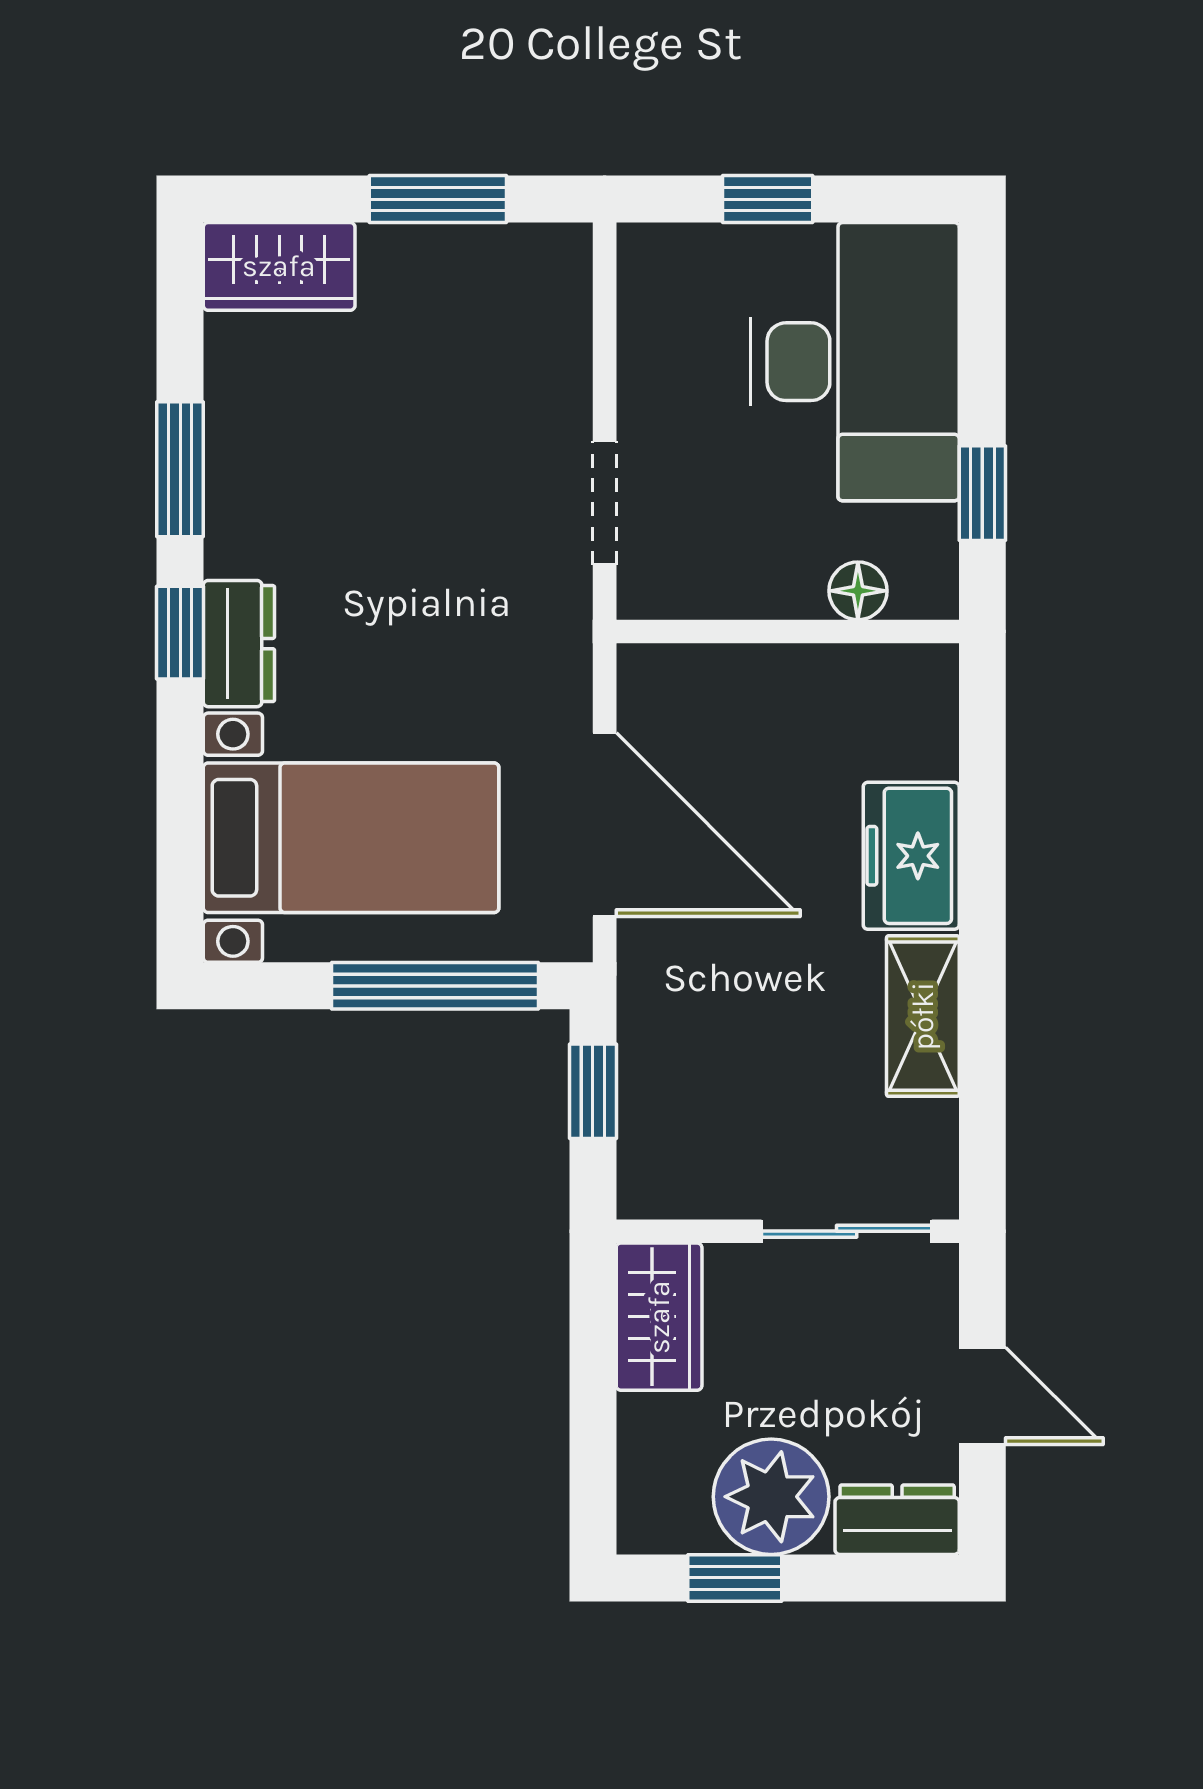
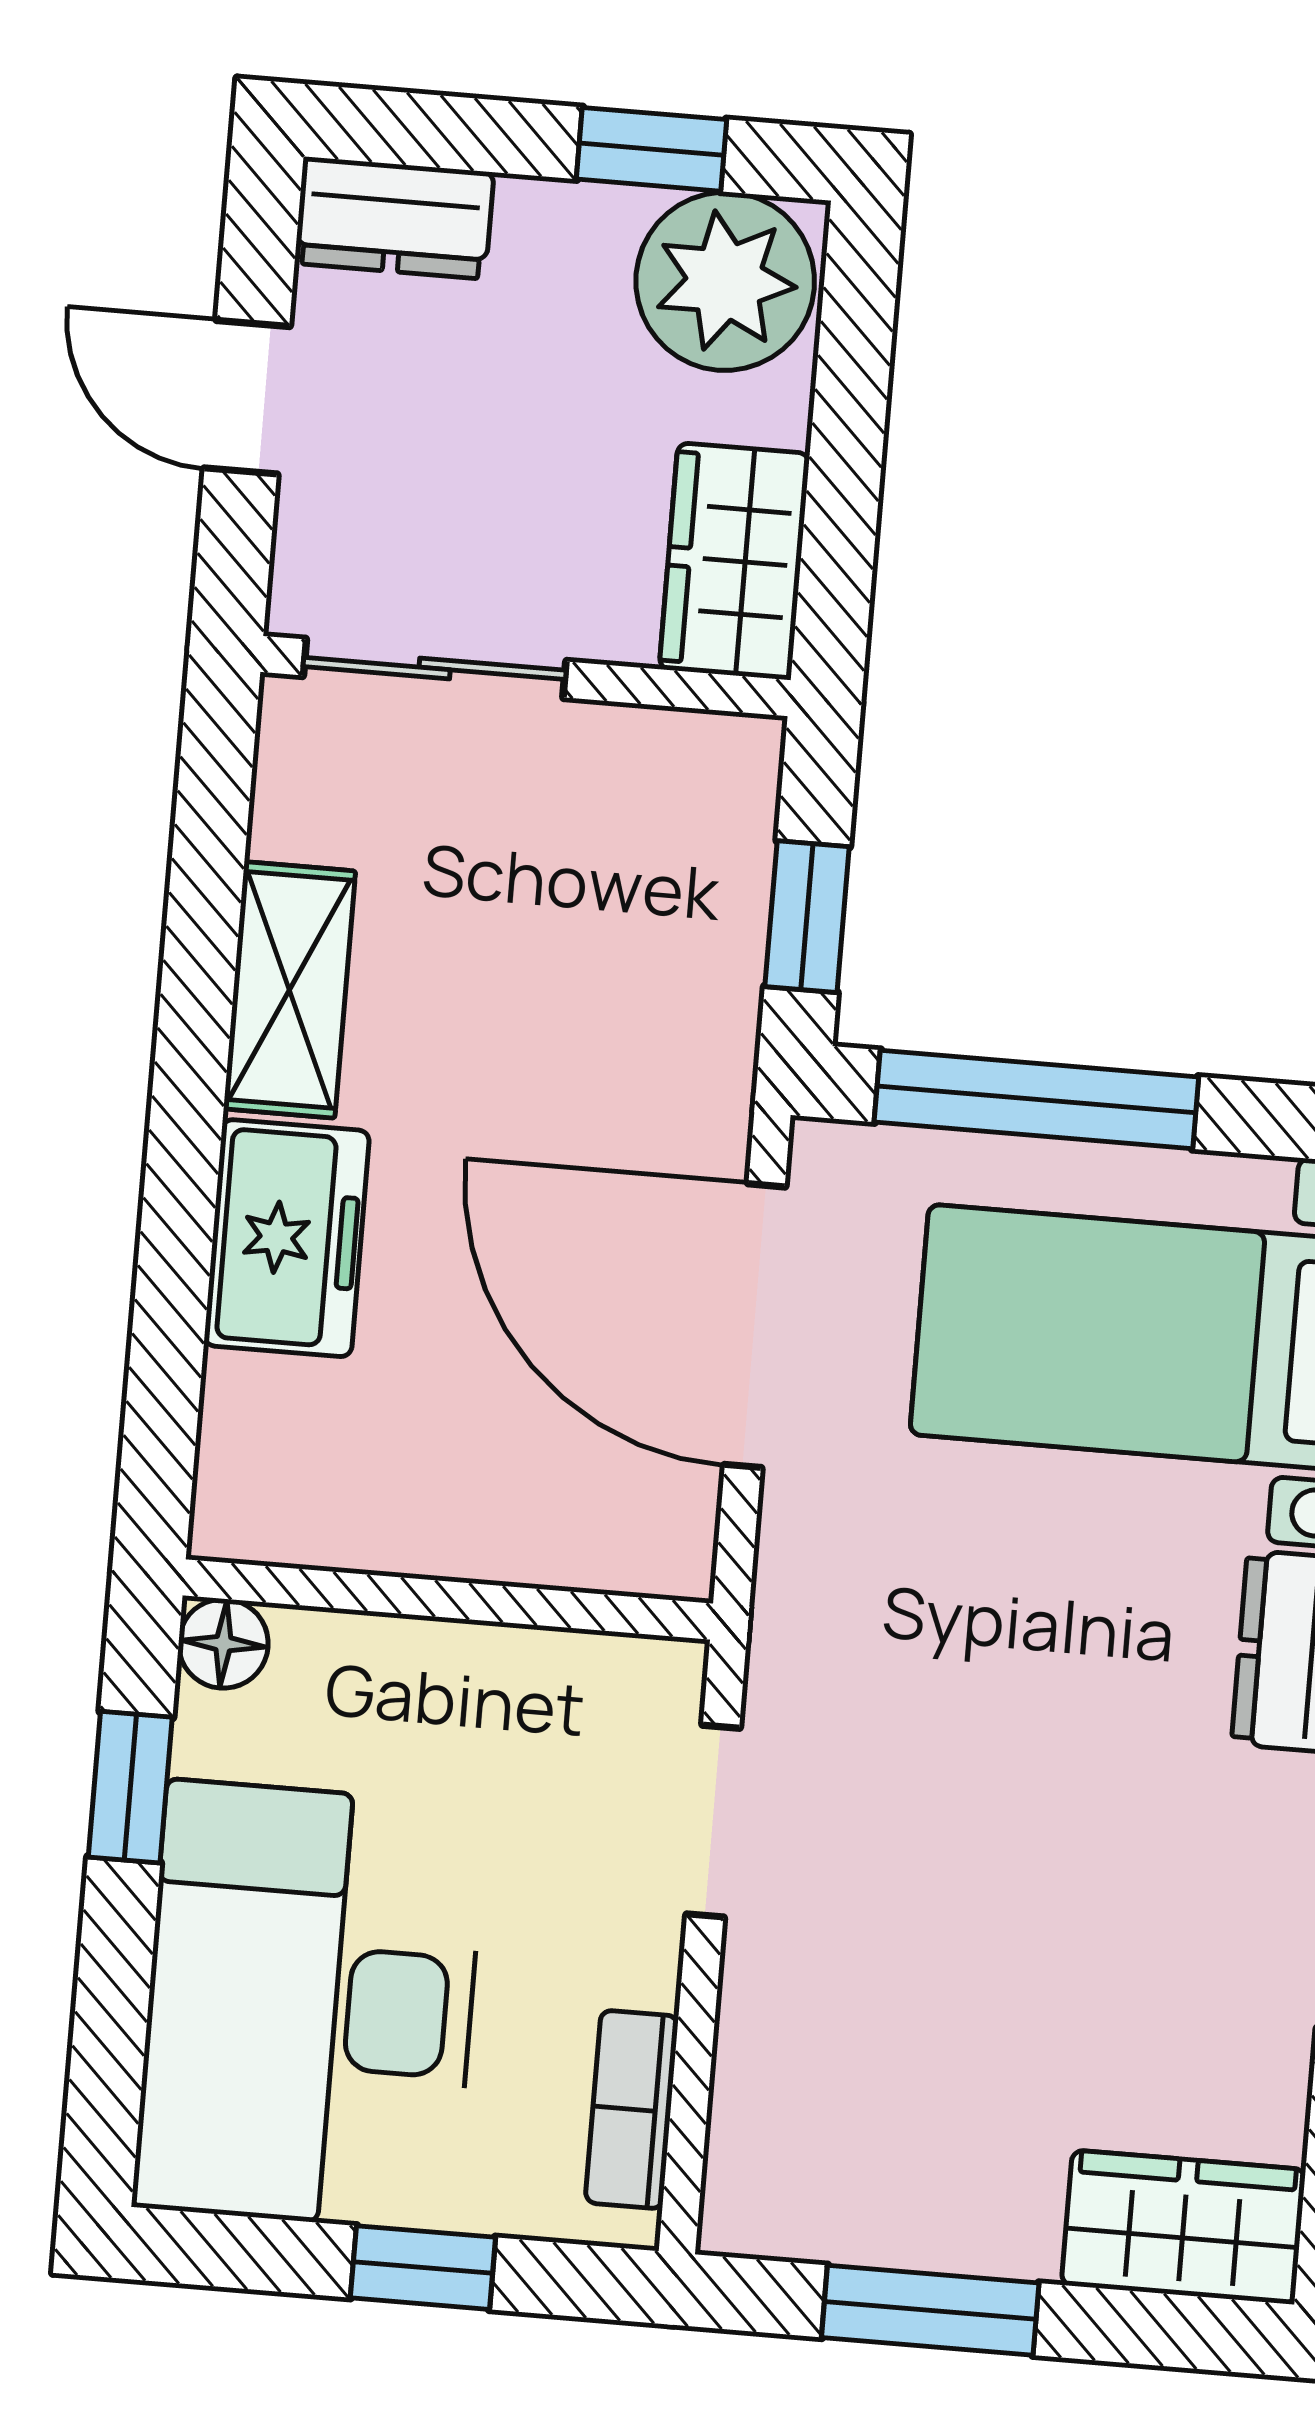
bookcase: (641, 312) -> (632, 2109), added
floor lamp: (858, 591) -> (223, 1644), moved
plant: (771, 1497) -> (725, 281), moved

